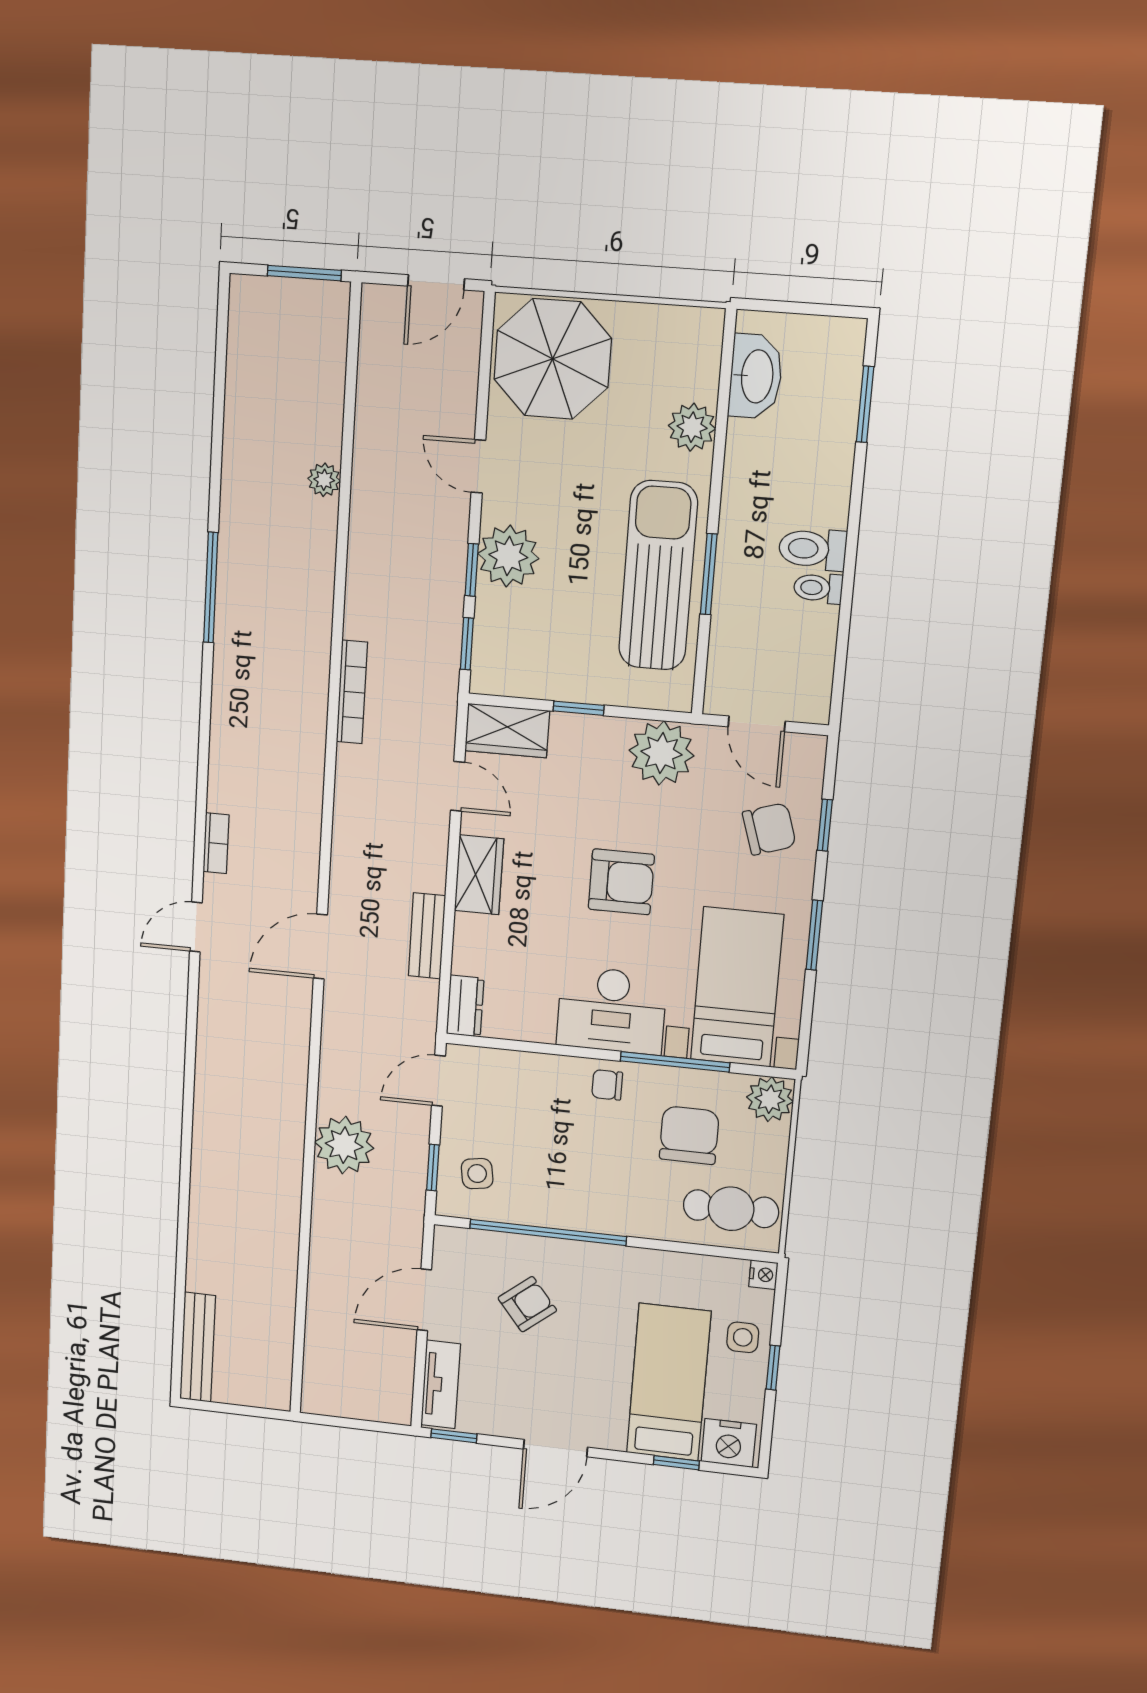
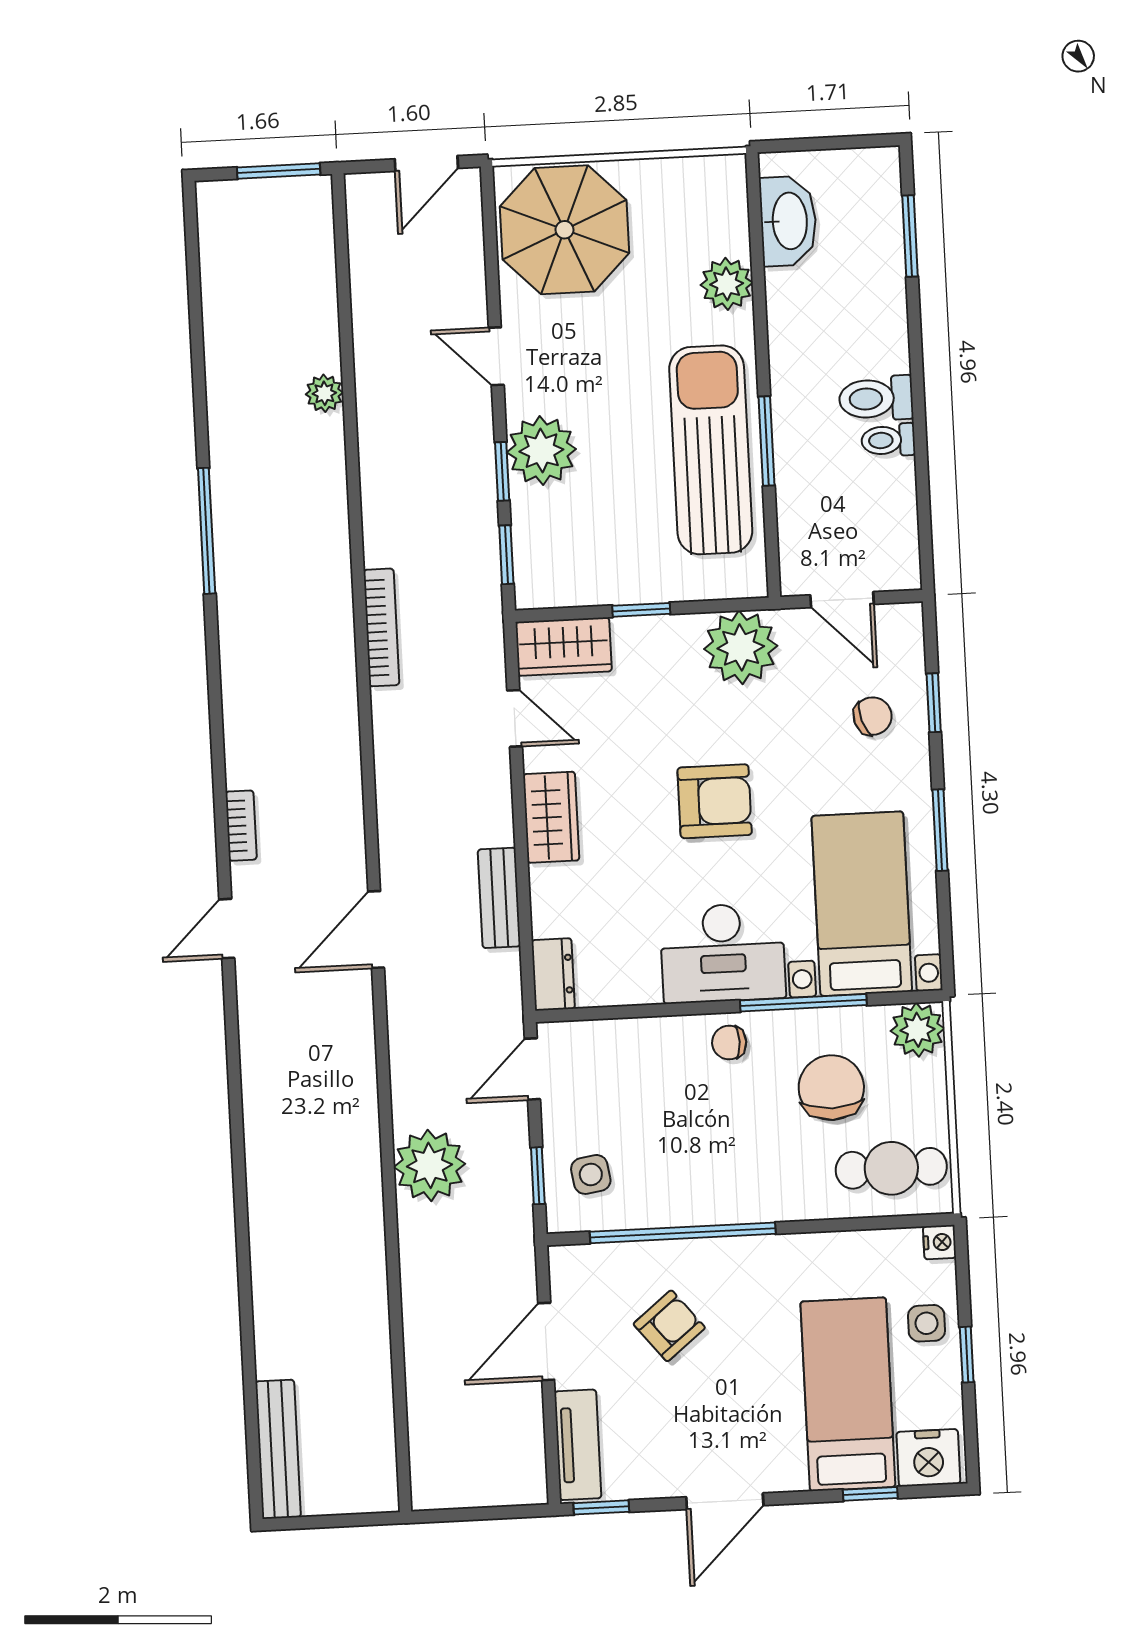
chair: (769, 829) -> (873, 716), width x0.73, depth x0.73

